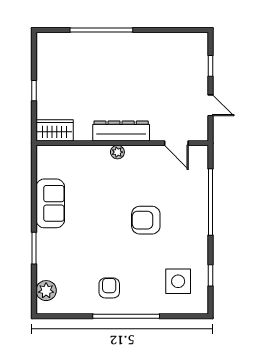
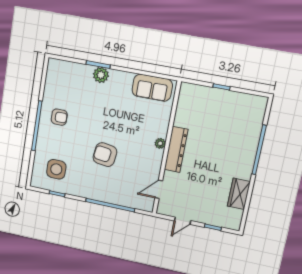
wardrobe: (55, 130) -> (239, 194), moved, turned 180
sofa: (50, 203) -> (152, 88), moved
armchair: (146, 220) -> (105, 155), turned -82
plant: (46, 291) -> (101, 75), moved

